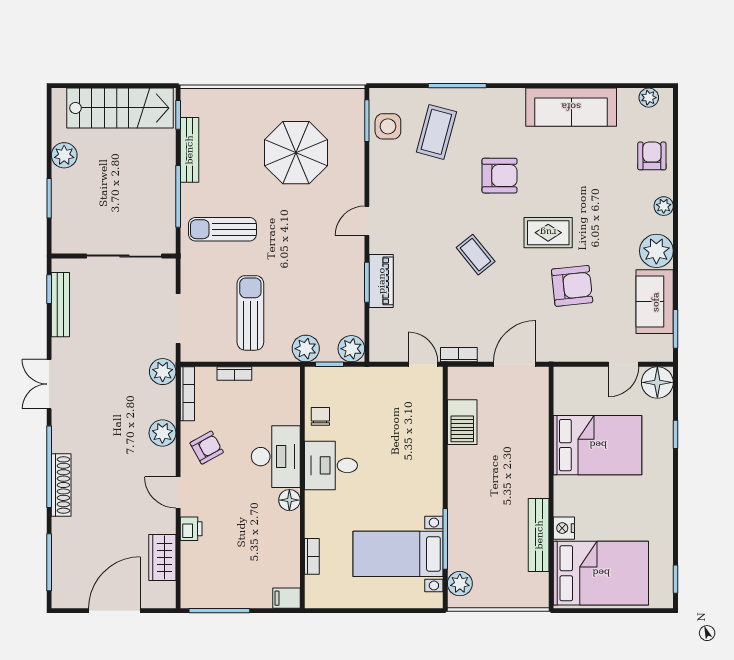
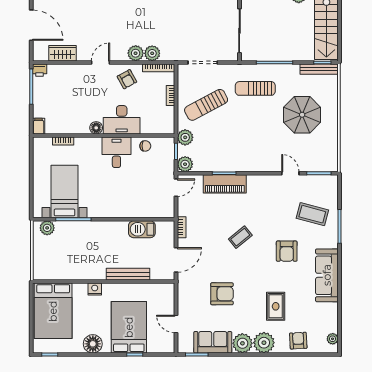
sofa: (571, 107) -> (327, 275), moved
side table: (388, 126) -> (316, 186), removed
bench: (189, 150) -> (319, 69), moved
parasol: (296, 153) -> (302, 115), moved
armchair: (652, 156) -> (298, 341), turned -93
plant: (664, 206) -> (264, 343), width x1.87, depth x1.87
door: (367, 221) -> (290, 173), moved
sun lounger: (222, 229) -> (255, 88), turned -90
rug: (548, 233) -> (276, 306), moved
piano: (381, 281) -> (225, 184), width x1.37, depth x1.33
armchair: (572, 286) -> (222, 294), turned -84
sun lounger: (250, 313) -> (206, 105), turned 152
door: (423, 364) -> (176, 188), moved
door: (514, 364) -> (176, 260), hinge flipped
plant: (163, 372) -> (152, 53), moved
floor lamp: (657, 382) -> (93, 344), moved
bed: (598, 445) -> (129, 327), moved, turned 180
nightstand: (564, 528) -> (95, 289), moved
printer: (191, 529) -> (40, 70), moved
bench: (539, 535) -> (128, 274), moved

